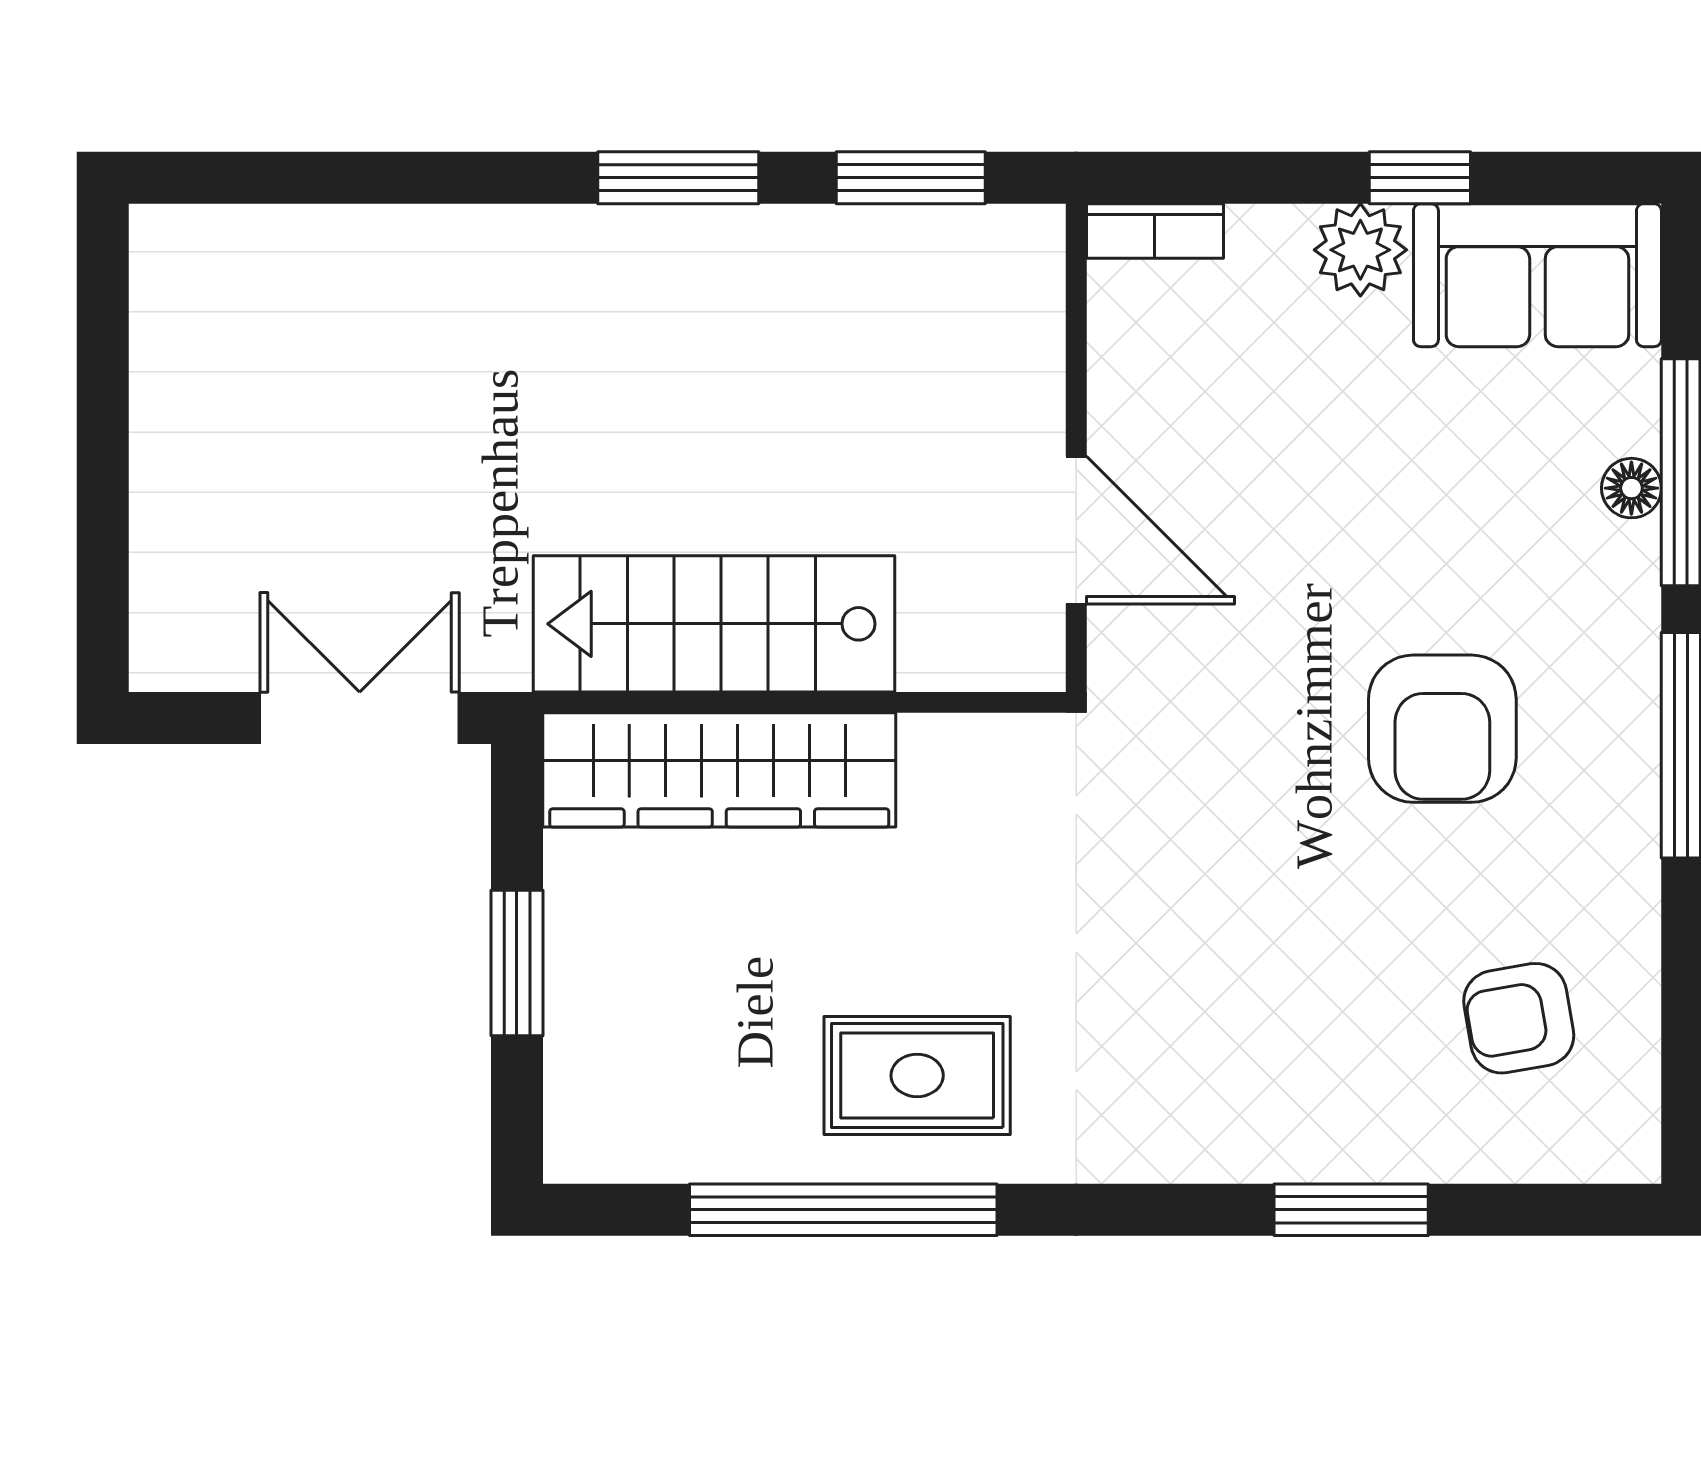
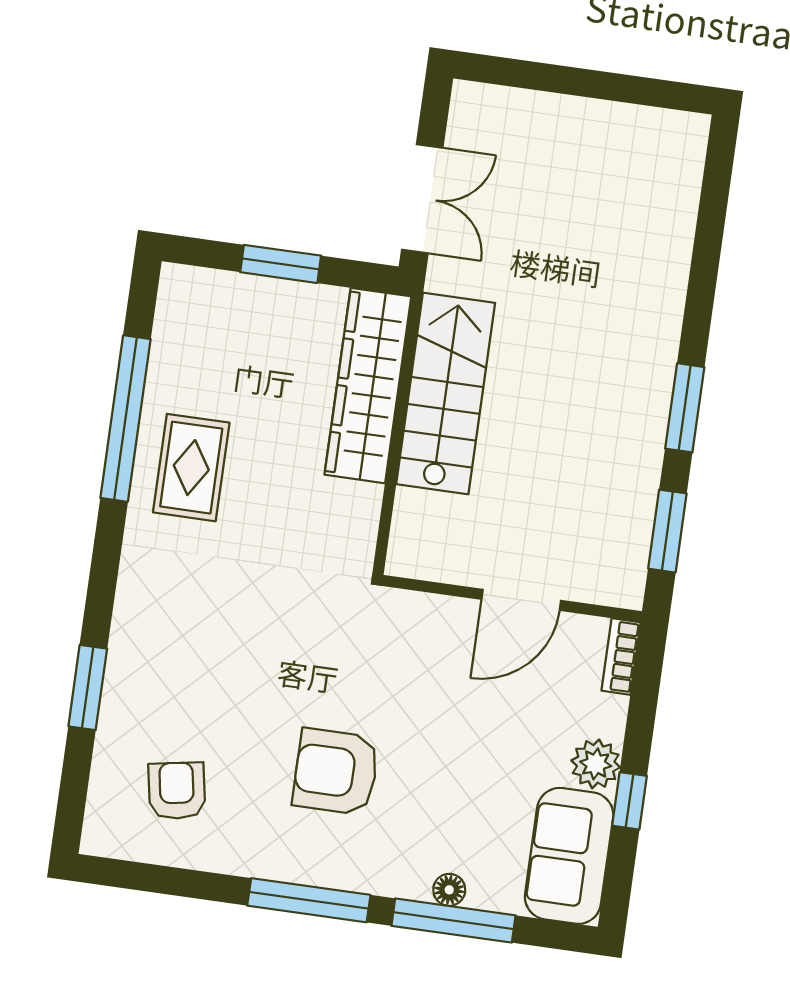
door: (1076, 530) -> (521, 600), moved

